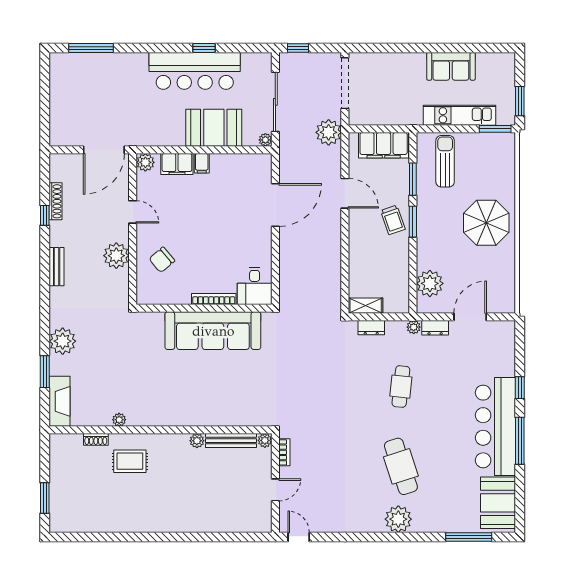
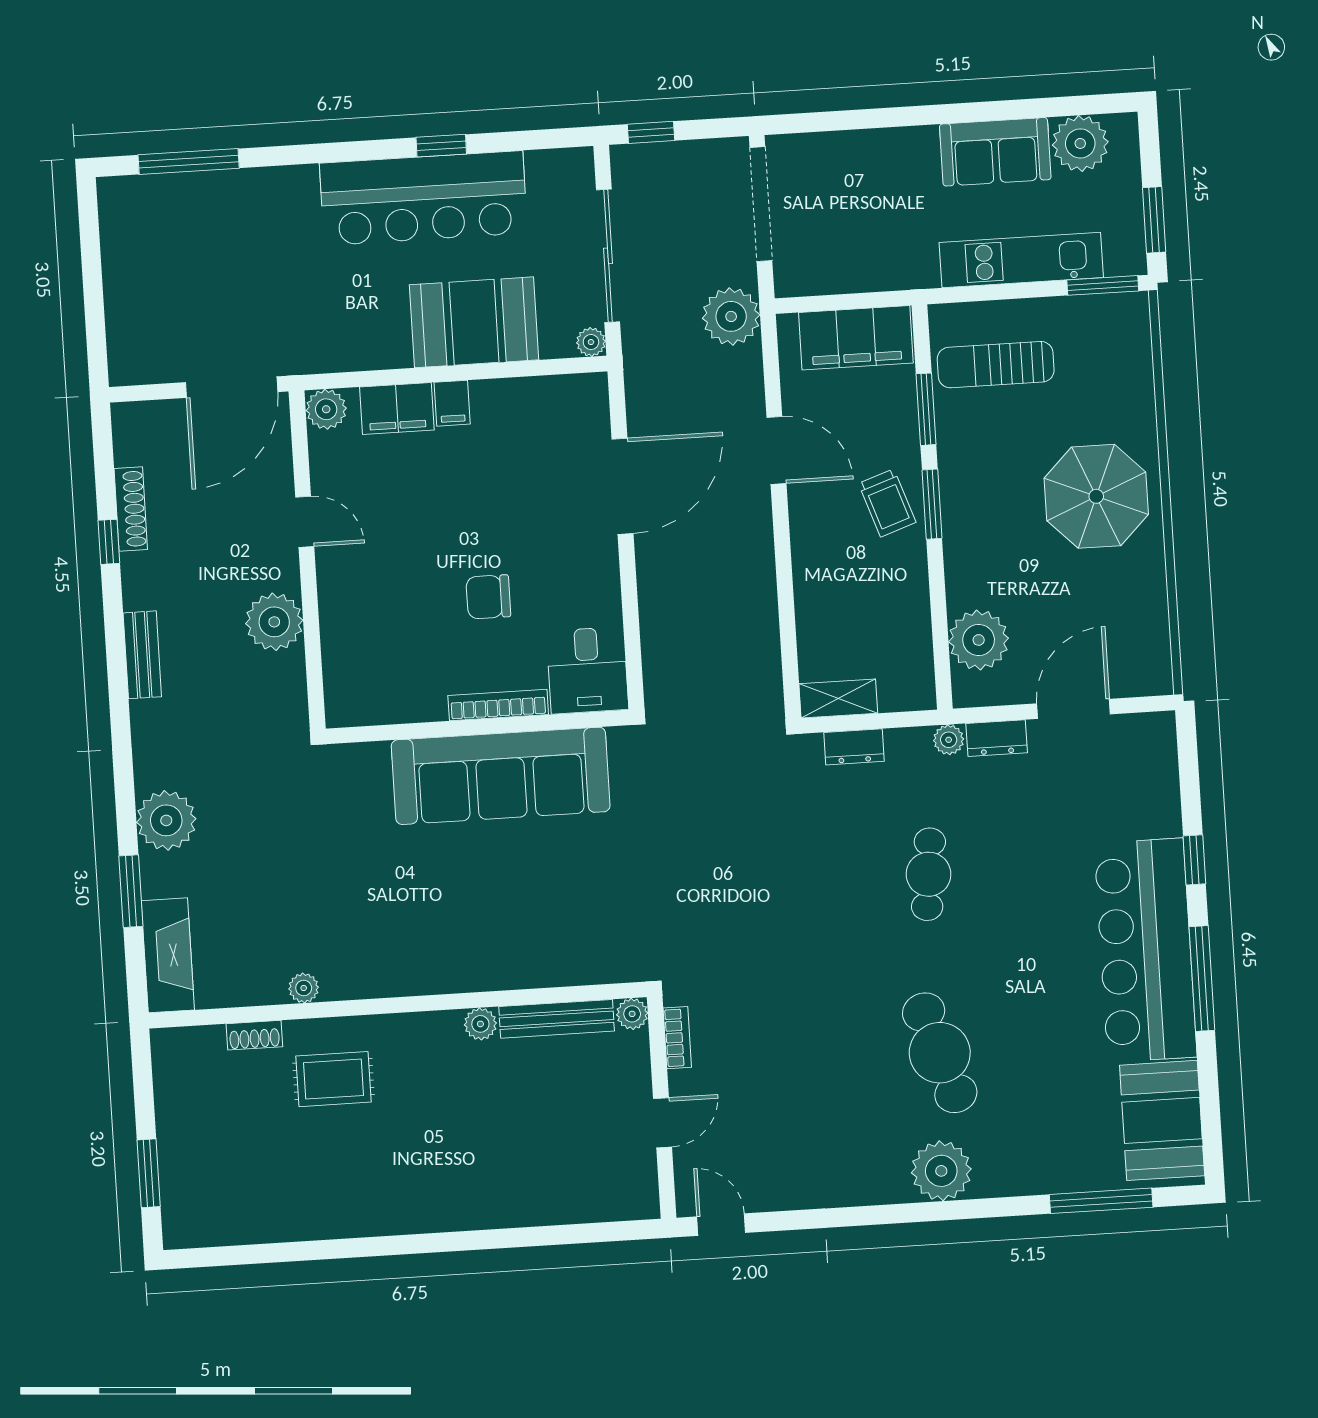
plant: (489, 65) -> (1080, 143), added
sun lounger: (445, 161) -> (996, 365), turned -90
chair: (162, 260) -> (488, 597), moved, turned 40

